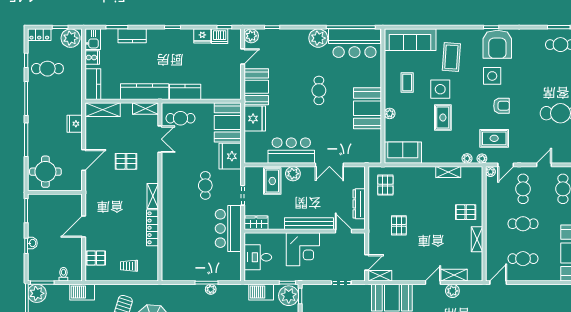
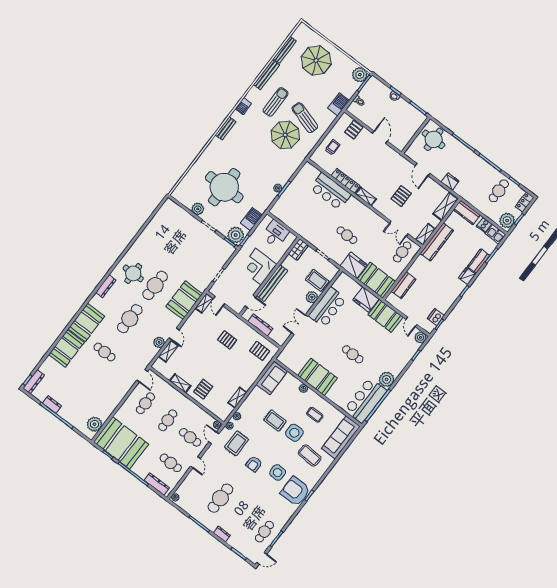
fridge: (202, 36) -> (467, 276), moved
kitchen counter: (185, 92) -> (404, 285), moved
bar counter: (228, 228) -> (330, 191), moved, turned 180

